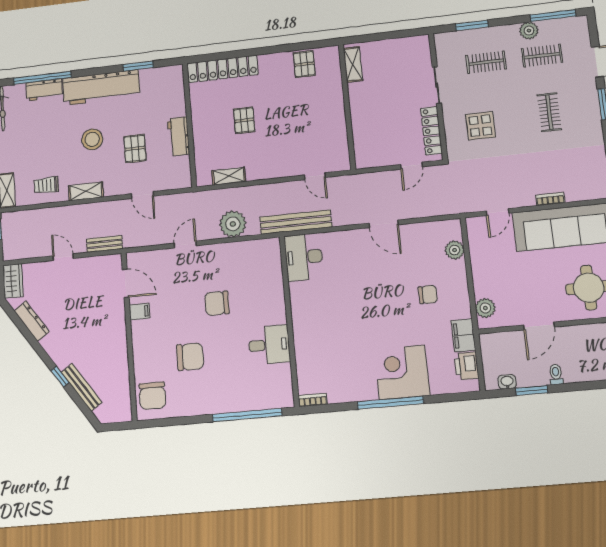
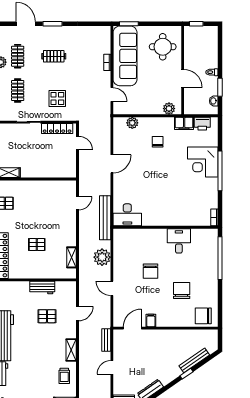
stool: (92, 139) -> (38, 344), removed
chair: (152, 396) -> (203, 316), turned 180

